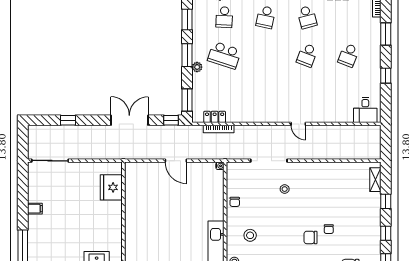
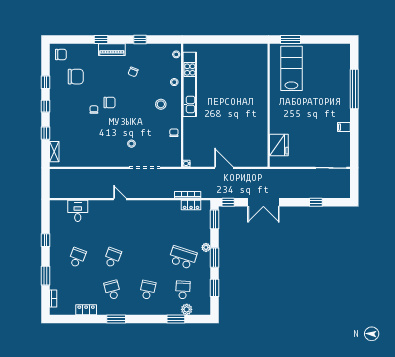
desk: (365, 110) -> (78, 211), moved

